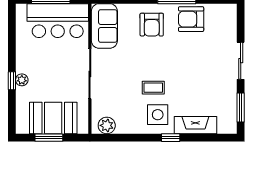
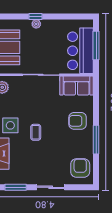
armchair: (191, 19) -> (80, 168), moved
coffee table: (153, 88) -> (36, 132), moved

